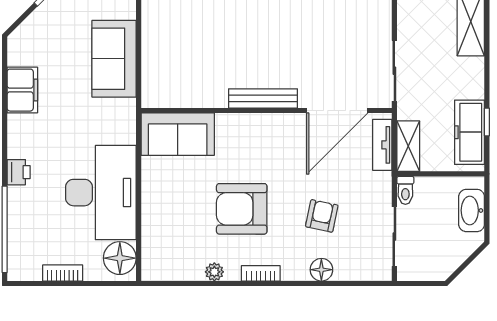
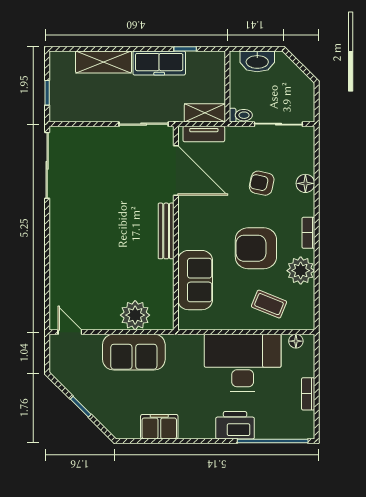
plant: (159, 60) -> (135, 315), added
freezer: (470, 132) -> (159, 63), moved
sofa: (178, 134) -> (195, 280), moved
printer: (19, 172) -> (235, 425), width x1.87, depth x1.48
armchair: (242, 209) -> (256, 248), turned 90
coffee table: (173, 225) -> (269, 304), added
floor lamp: (120, 258) -> (296, 341), width x0.53, depth x0.53
plant: (214, 272) -> (301, 271), width x1.87, depth x1.87

